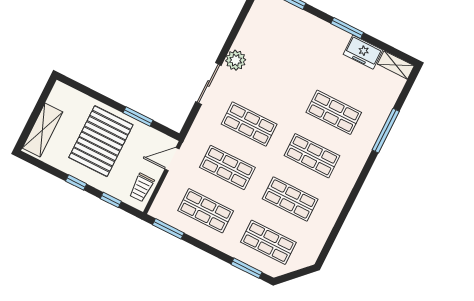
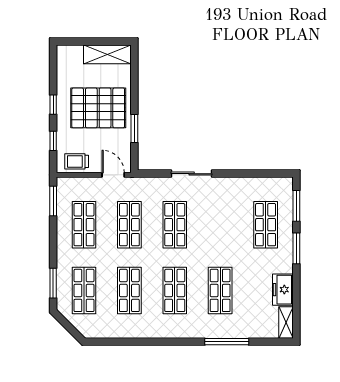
window: (347, 28) -> (296, 248), moved
shop shelf: (293, 37) -> (266, 225), added
plant: (236, 60) -> (223, 187), removed
shelving: (43, 130) -> (107, 54), moved

